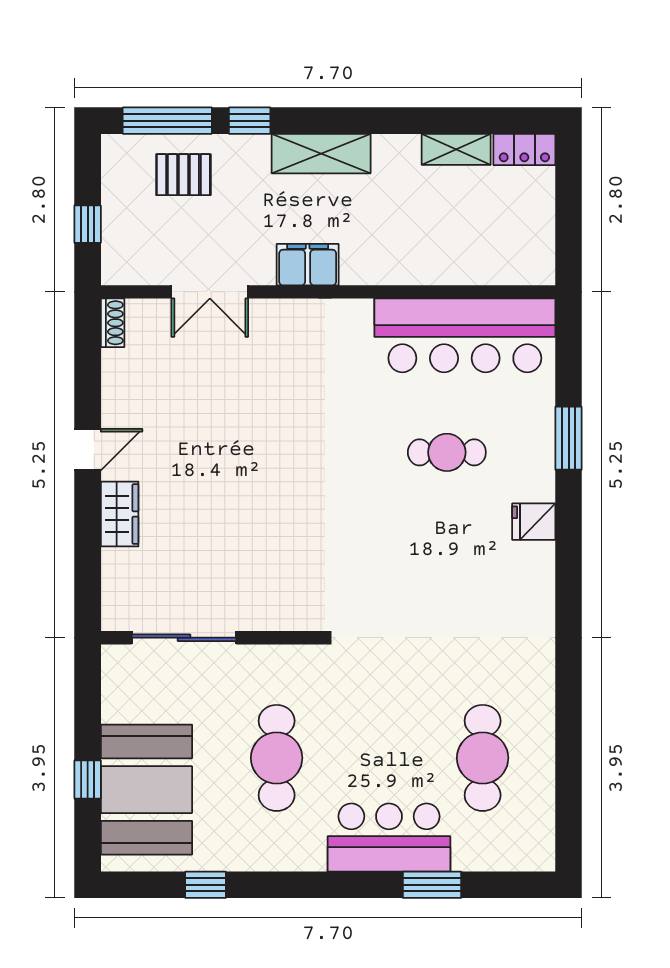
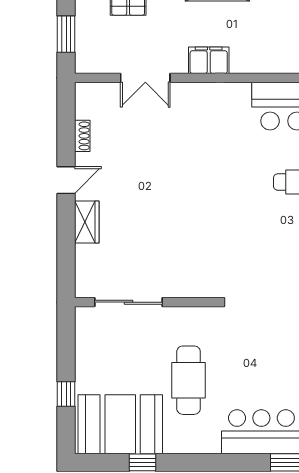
window: (88, 224) -> (66, 34), width x1.50
shoe rack: (113, 323) -> (82, 136), moved
booth: (146, 790) -> (120, 424), moved, turned 90

